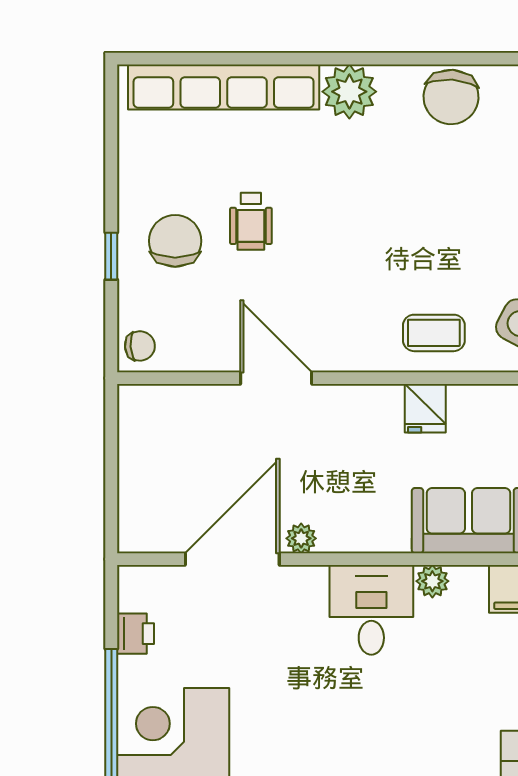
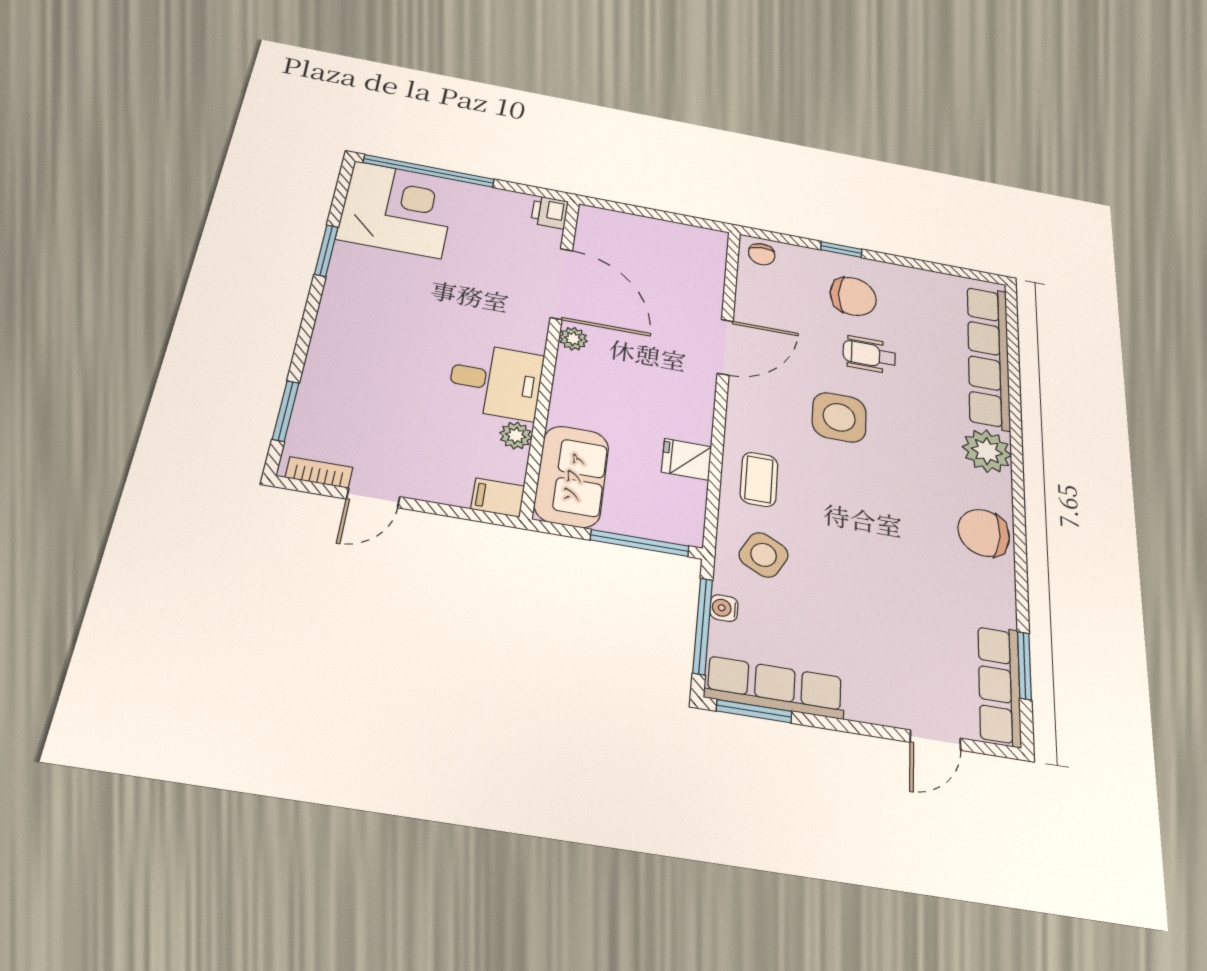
side table: (340, 252) -> (839, 417), added
printer: (135, 634) -> (550, 212), moved, turned 90

